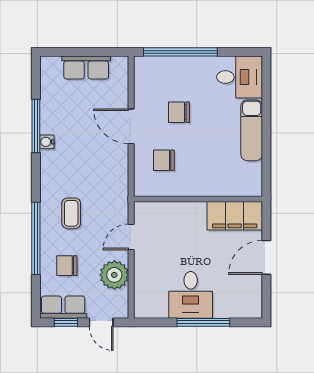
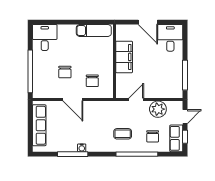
row of seats: (86, 67) -> (39, 125), width x1.48
door: (131, 126) -> (73, 99), hinge flipped
exam couch: (252, 130) -> (94, 31), moved
filing cabinet: (235, 216) -> (124, 57), moved
door: (131, 237) -> (136, 99), swing flipped
desk: (191, 295) -> (170, 38), moved, turned -90
window: (203, 322) -> (185, 75), moved

